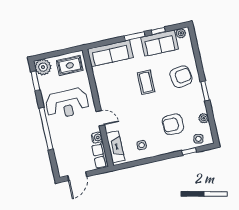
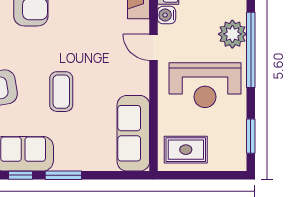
sofa: (110, 53) -> (133, 133), moved, turned -90
plant: (43, 67) -> (232, 34), moved
reception desk: (67, 103) -> (205, 85), turned 180

